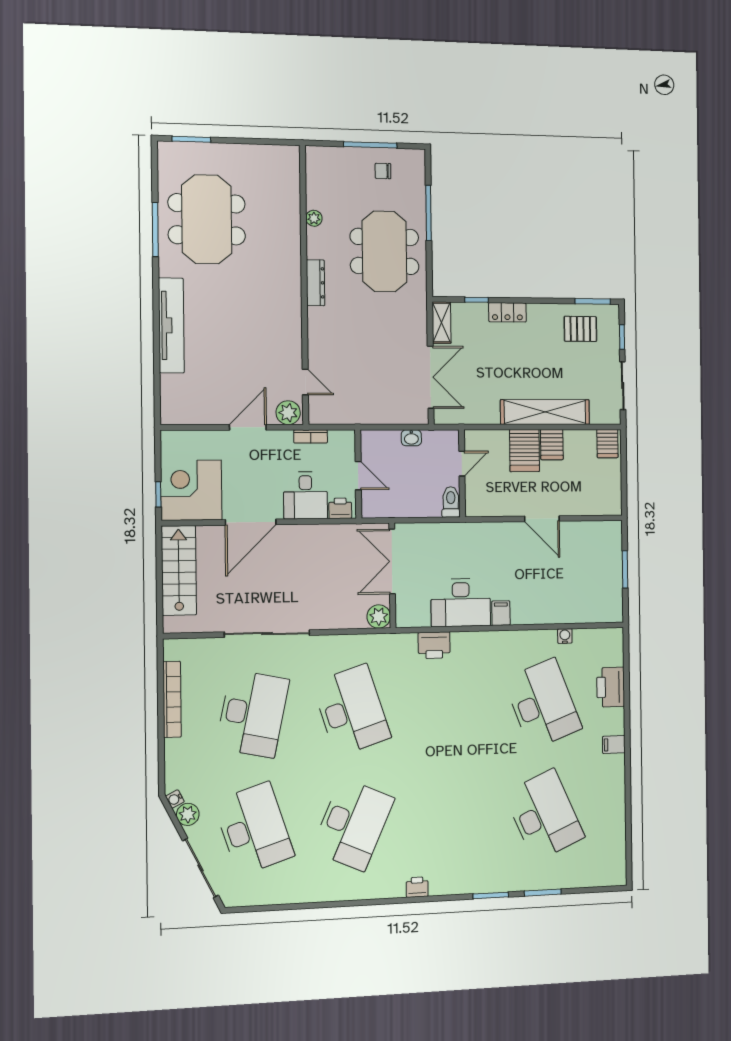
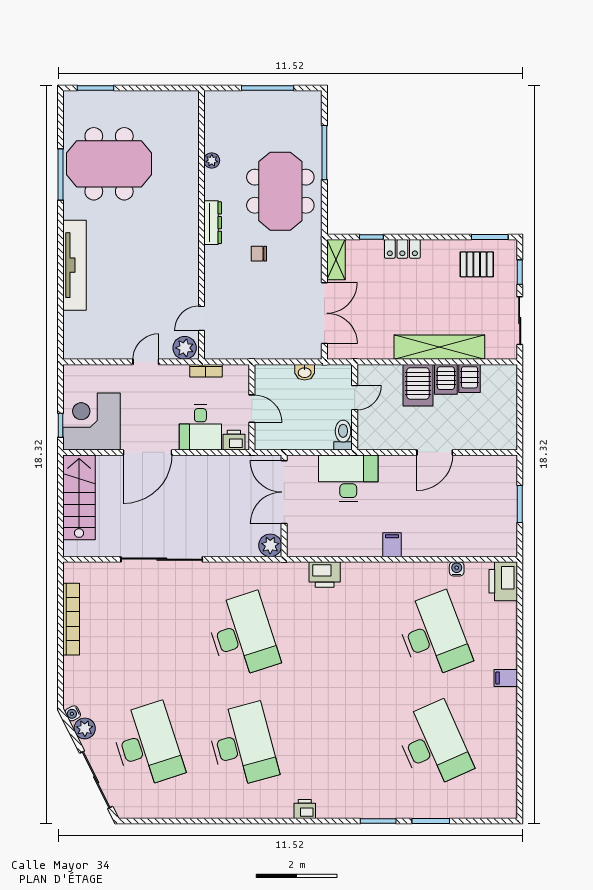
chair: (383, 171) -> (259, 254), moved
meeting table: (207, 219) -> (109, 164), turned 90
door: (305, 382) -> (202, 318), swing flipped
door: (248, 427) -> (146, 362), width x0.73
server rack: (607, 444) -> (470, 378), moved
door: (542, 519) -> (435, 452), hinge flipped
desk: (461, 603) -> (348, 478), moved, turned 180
printer: (611, 687) -> (503, 581), moved
desk: (252, 714) -> (147, 635), removed
desk: (353, 824) -> (242, 745), turned -39

